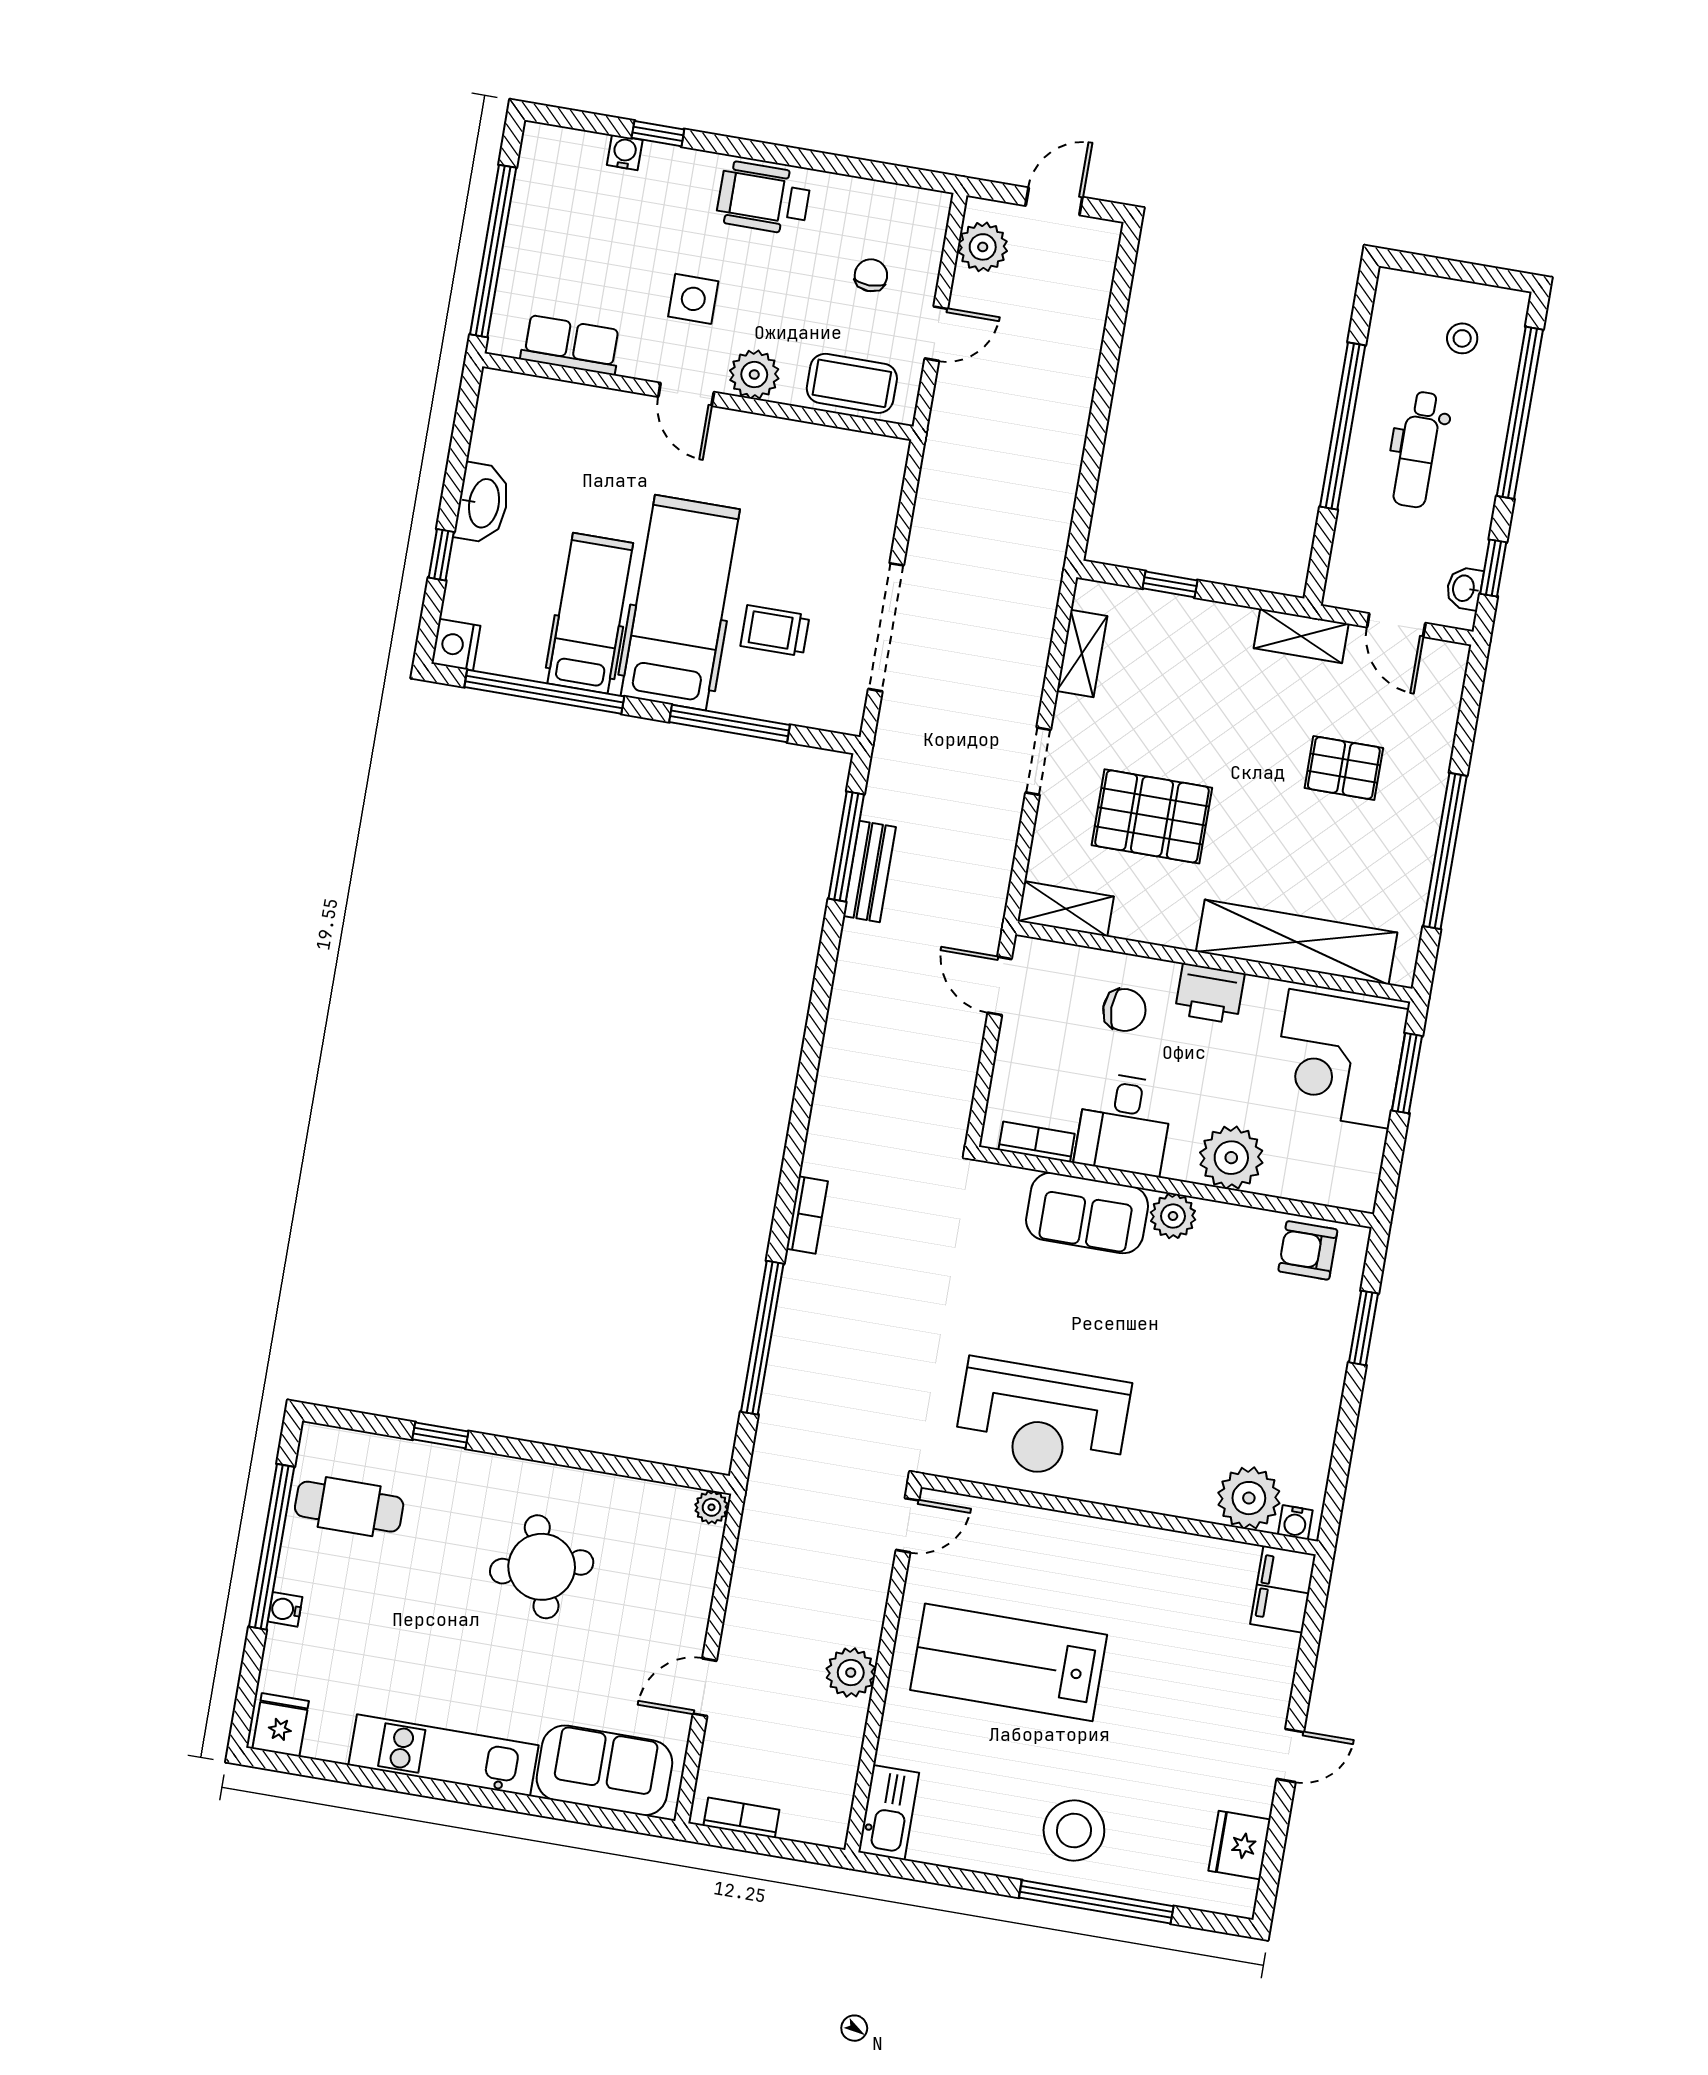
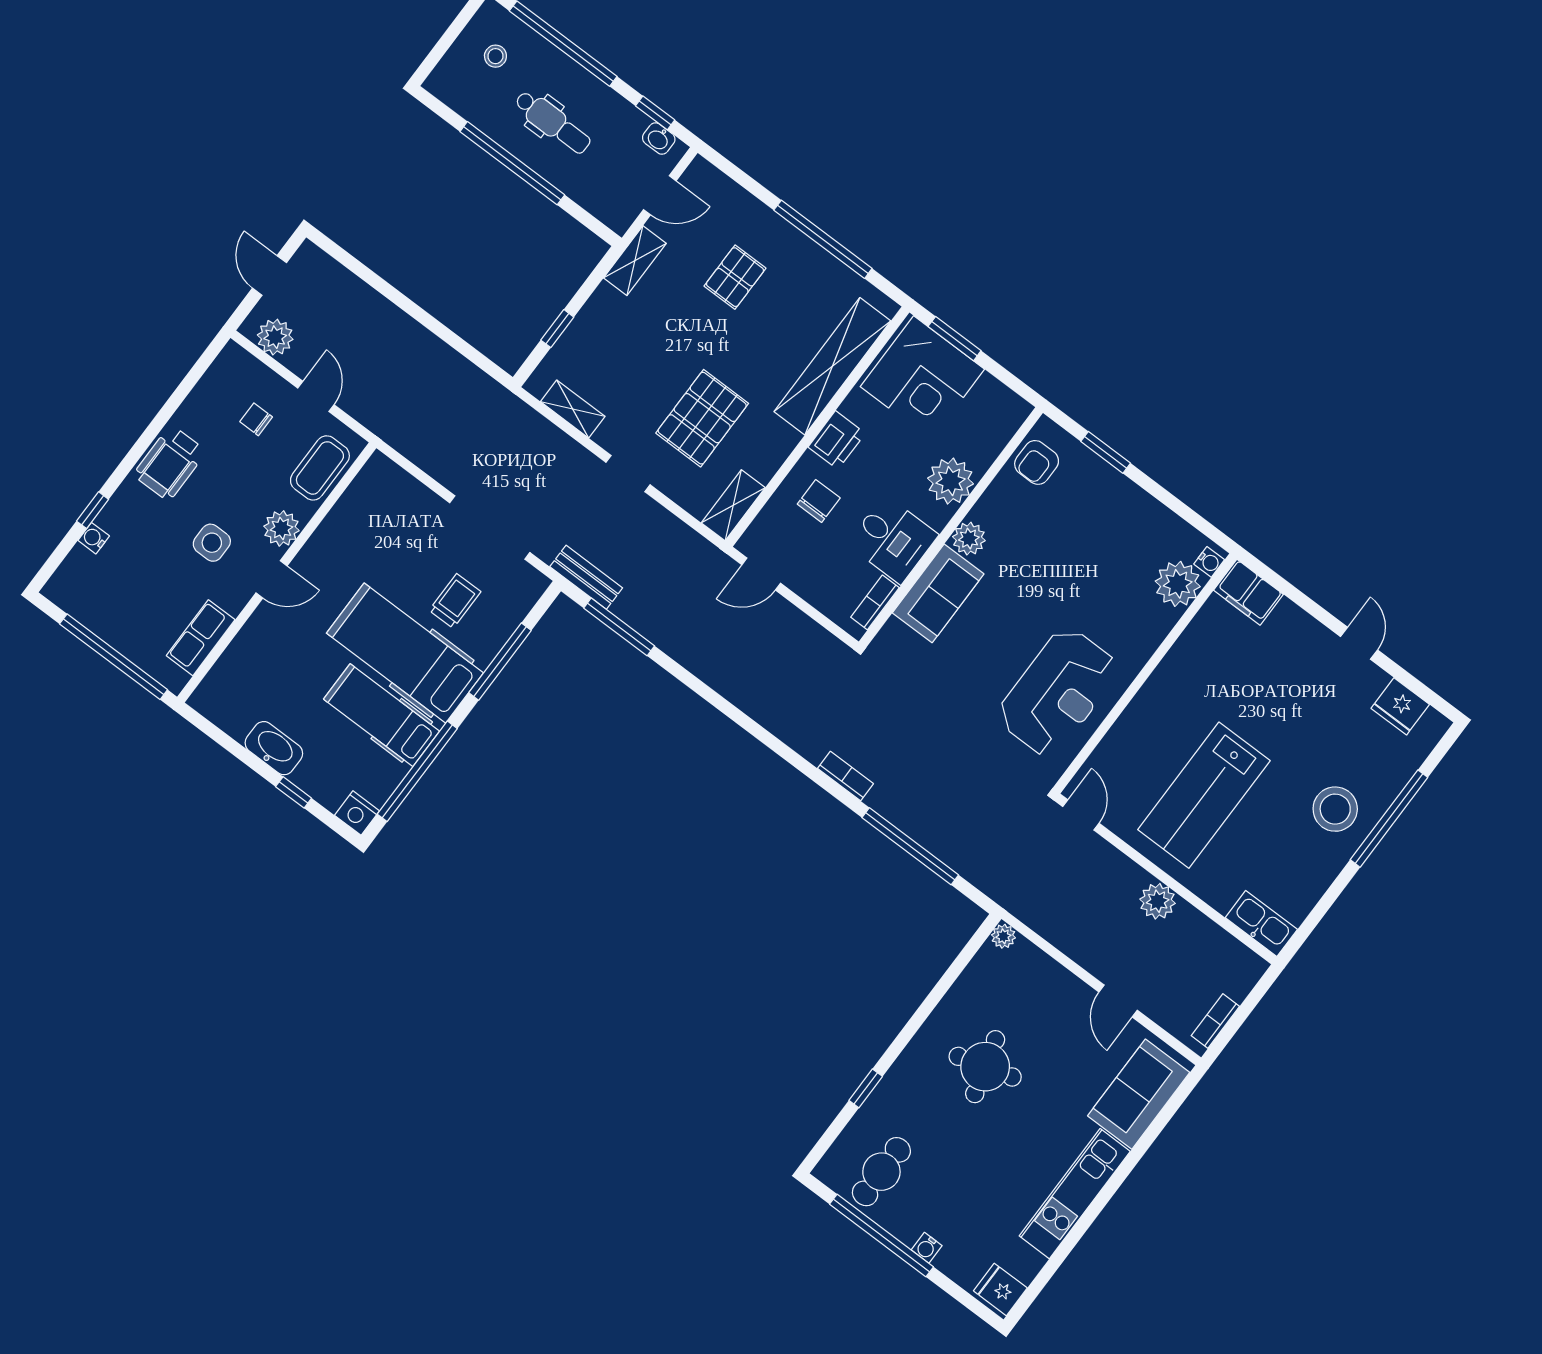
trolley: (775, 631) -> (455, 601), turned 180
bench: (870, 871) -> (586, 577), moved

